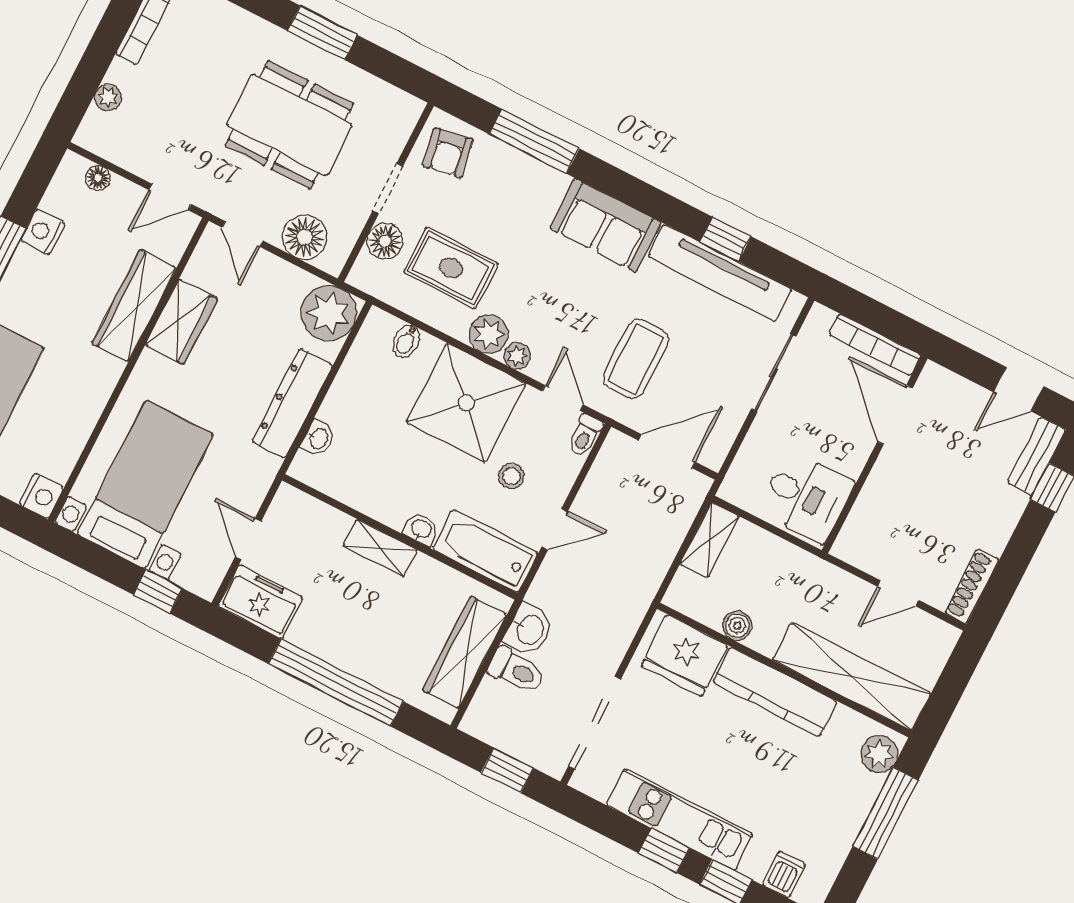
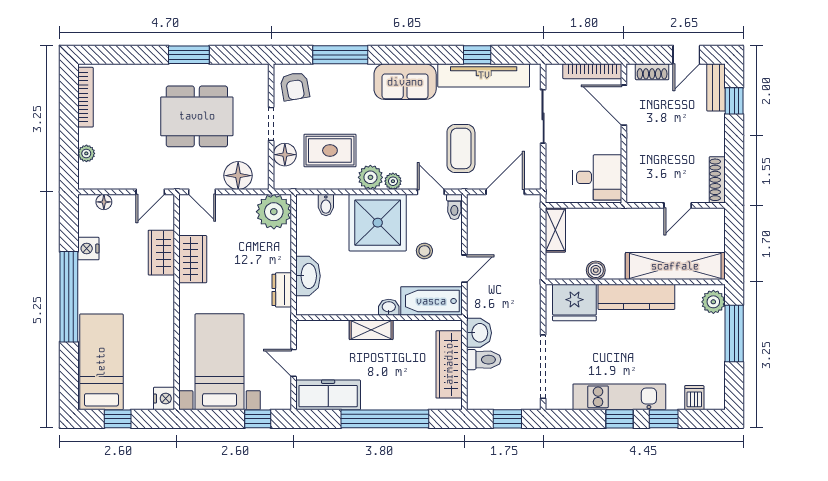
wardrobe: (134, 306) -> (161, 253), width x0.67
shoe rack: (958, 388) -> (652, 72), added
dresser: (292, 403) -> (282, 290), width x0.51, depth x0.80
washbasin: (318, 438) -> (308, 276), width x1.91, depth x1.45
freezer: (261, 602) -> (328, 395), width x1.40

